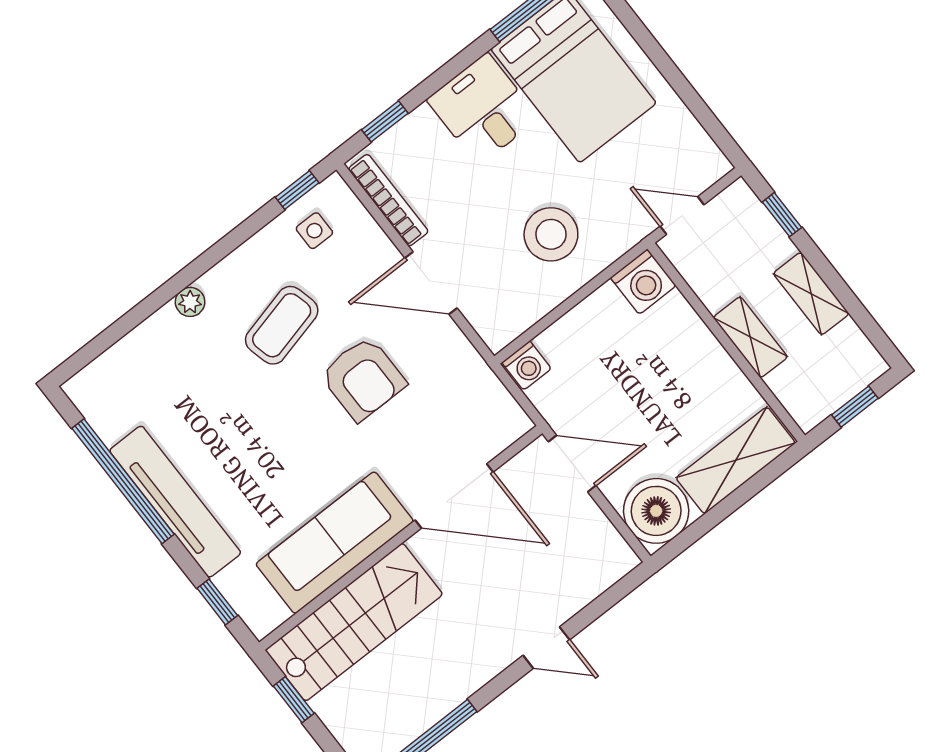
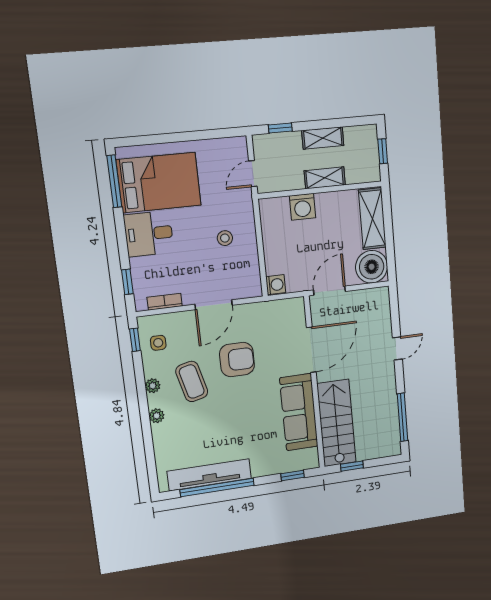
bookcase: (388, 200) -> (165, 302), width x0.64
stool: (551, 234) -> (225, 238), width x0.53, depth x0.53
plant: (237, 265) -> (153, 386), added
washing machine: (643, 282) -> (302, 207), moved, turned 90
tv unit: (175, 502) -> (209, 475), moved

